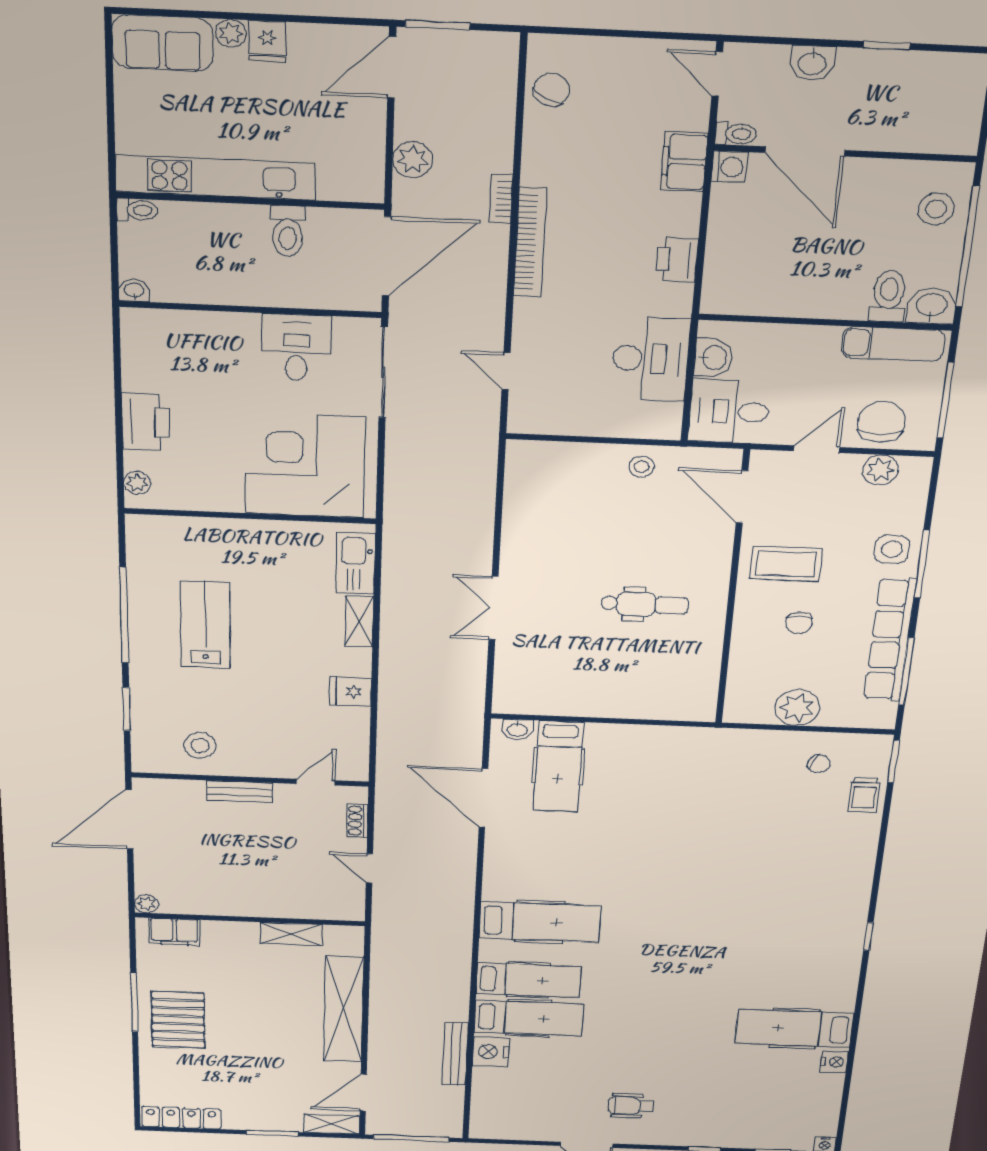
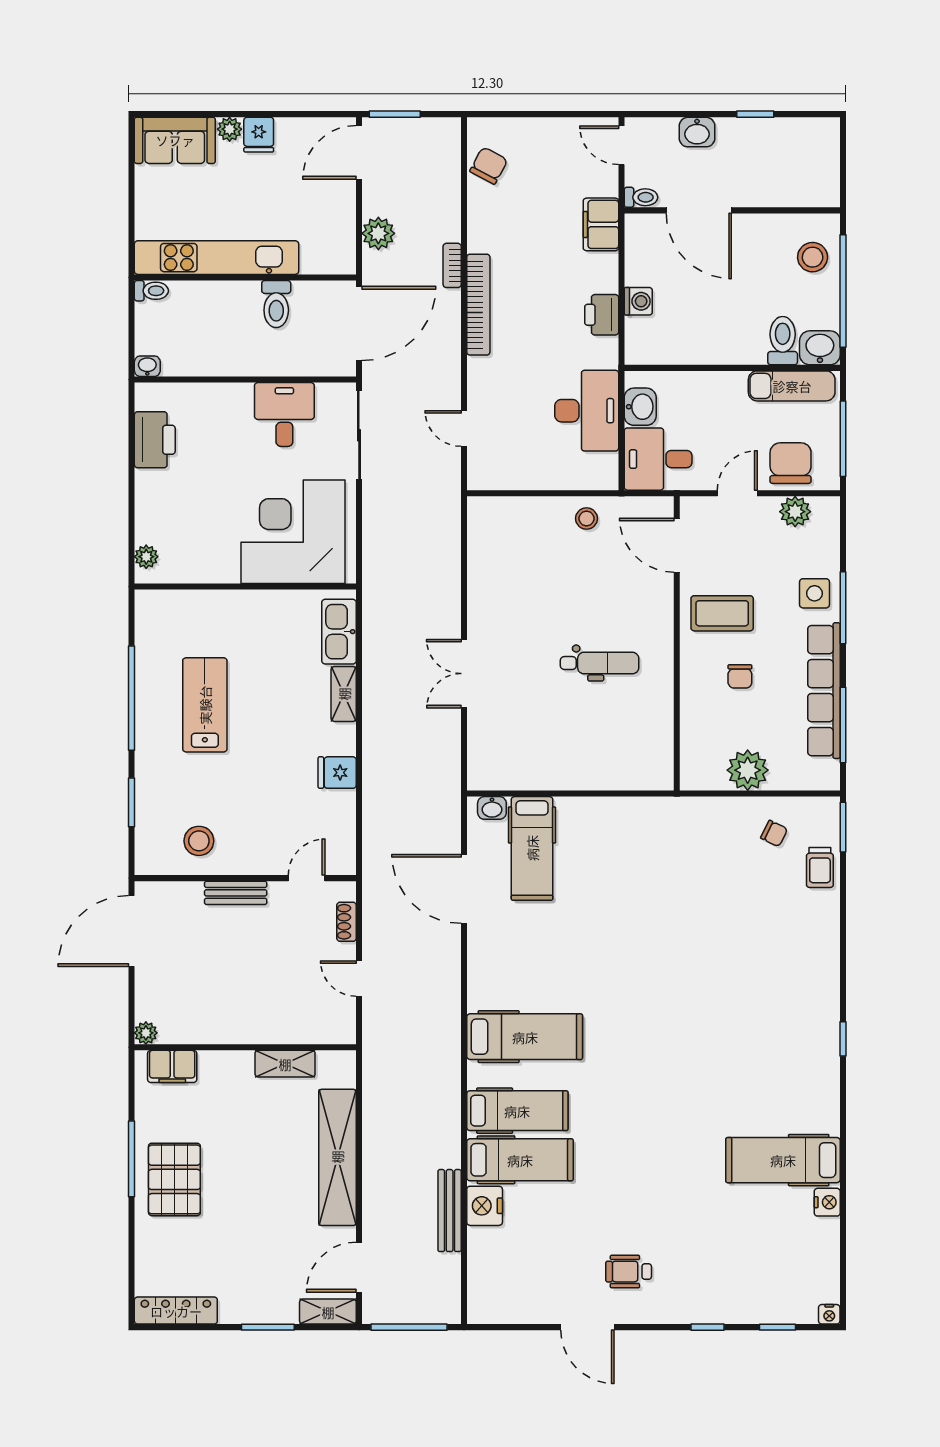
washing machine: (729, 167) -> (638, 301), moved
printer: (146, 422) -> (155, 440), moved

